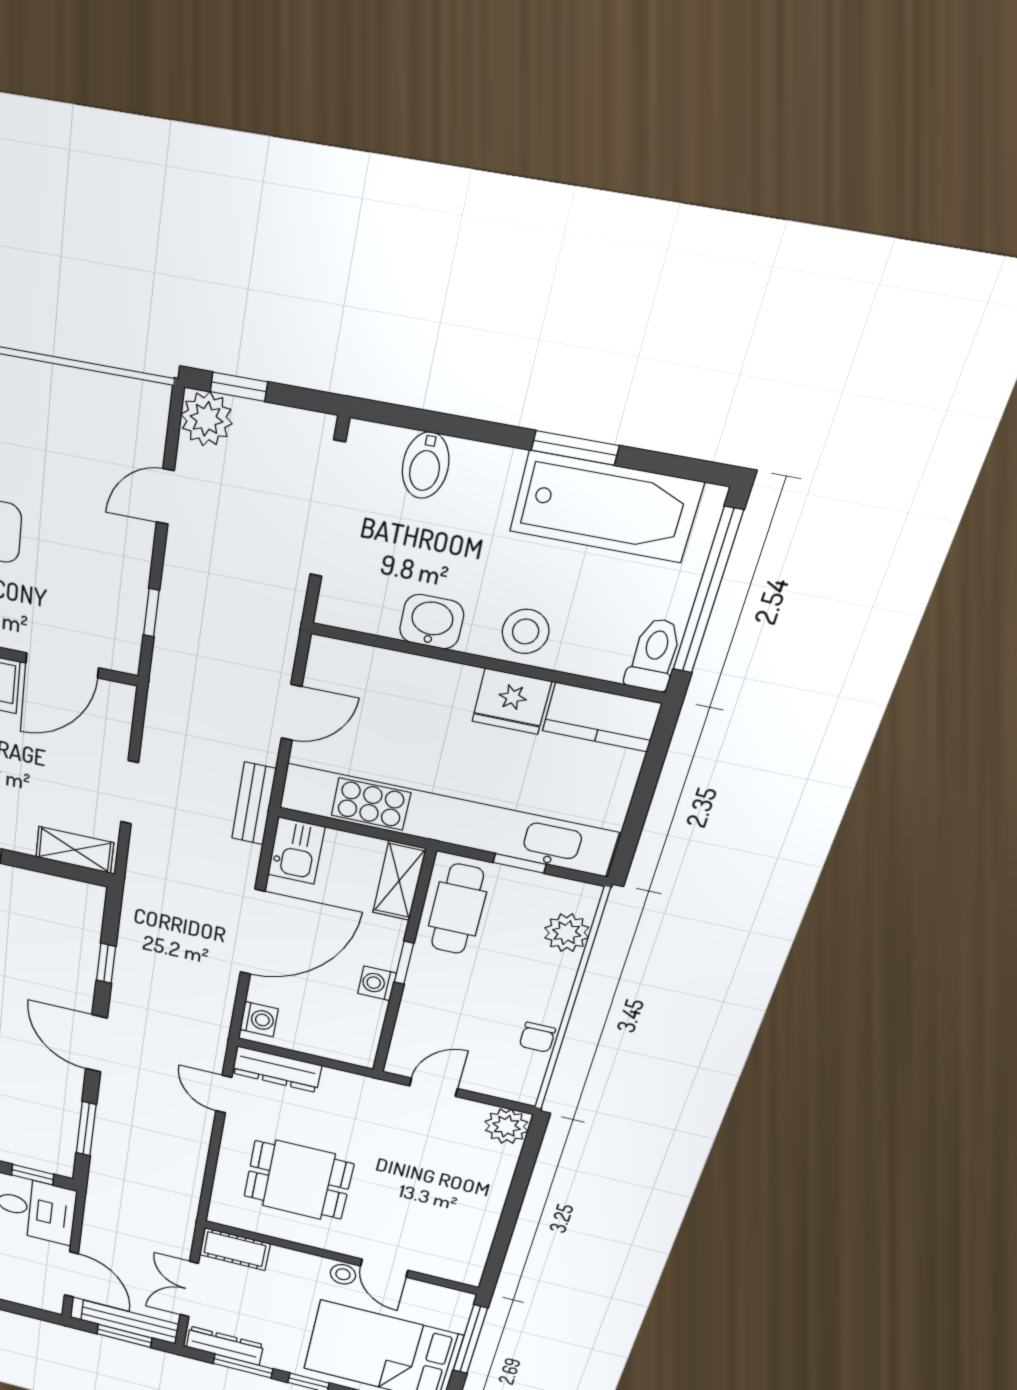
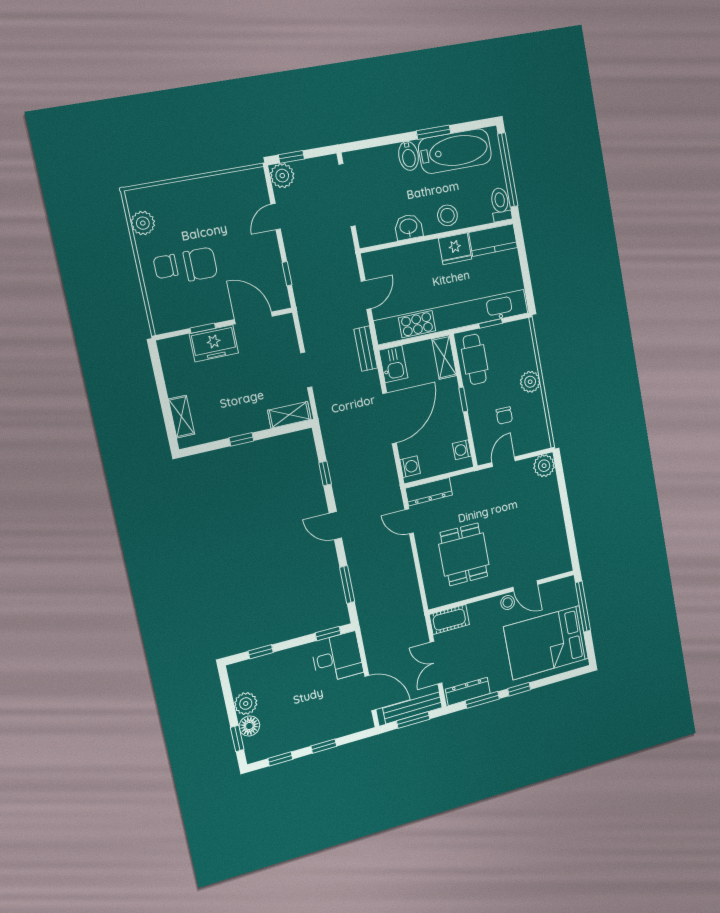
bidet: (426, 465) -> (409, 156), moved
door: (62, 665) -> (253, 318), swing flipped
plant: (567, 933) -> (530, 382), moved
washing machine: (377, 983) -> (462, 450), moved
chair: (537, 1037) -> (504, 415), moved
door: (96, 1043) -> (335, 526), width x0.73
dining table: (298, 1180) -> (464, 554), turned 90

